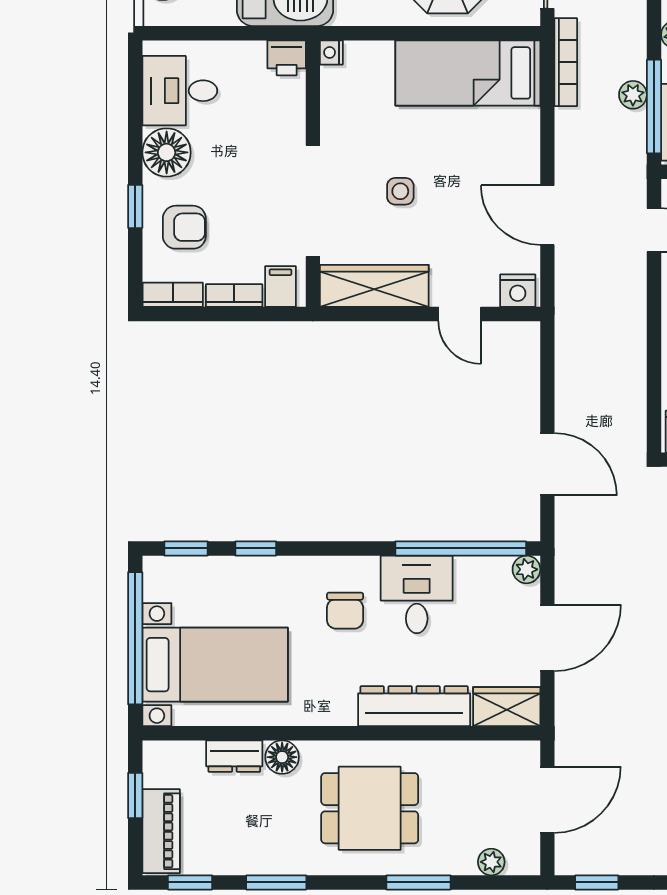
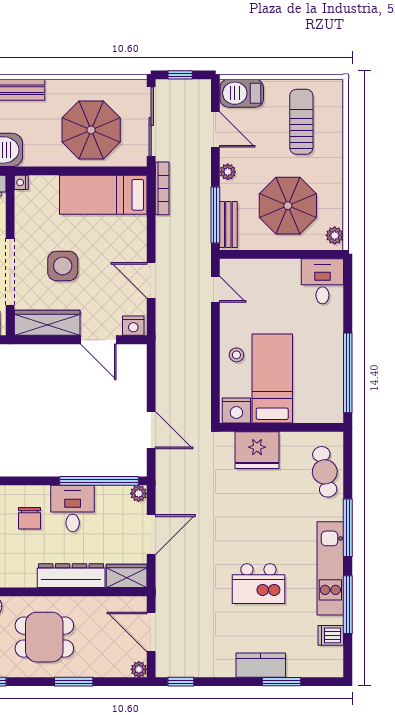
plant: (633, 95) -> (203, 208), removed
side table: (400, 191) -> (63, 266), width x1.87, depth x1.87
door: (460, 314) -> (98, 340), width x1.38
door: (547, 800) -> (151, 632), swing flipped
plant: (491, 862) -> (139, 669), moved

